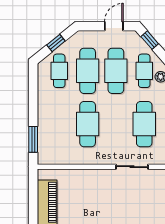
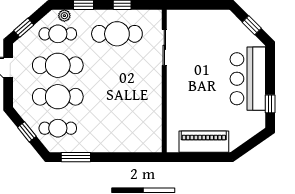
cafe table: (88, 124) -> (117, 97), removed
window: (33, 139) -> (76, 157), moved

